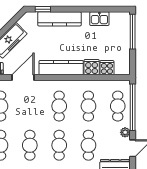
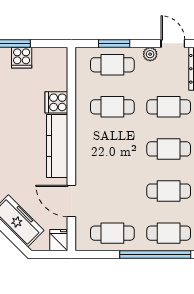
cooker: (107, 68) -> (22, 58), moved, turned -90
cafe table: (59, 106) -> (112, 149), removed
window: (133, 107) -> (114, 43), width x0.47

